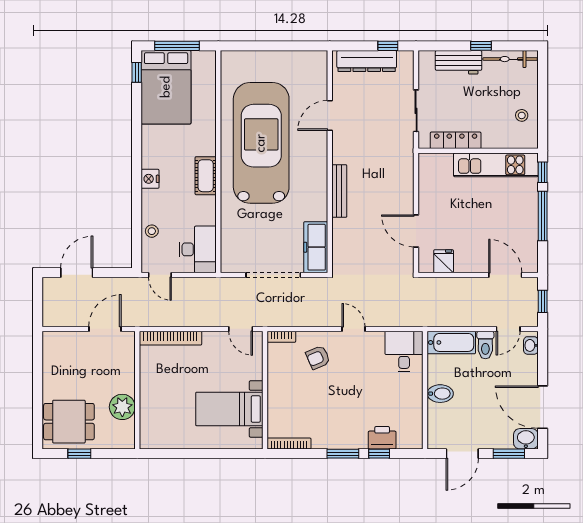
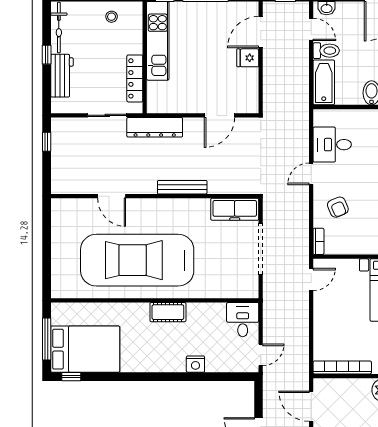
dresser: (367, 61) -> (155, 127), moved, turned 90
nightstand: (150, 179) -> (195, 364), moved
stool: (152, 231) -> (220, 362), removed
desk: (198, 249) -> (243, 320), width x0.73
fridge: (444, 261) -> (248, 58), moved
bookcase: (170, 338) -> (342, 367), moved, turned -90
desk: (404, 351) -> (332, 145), moved

